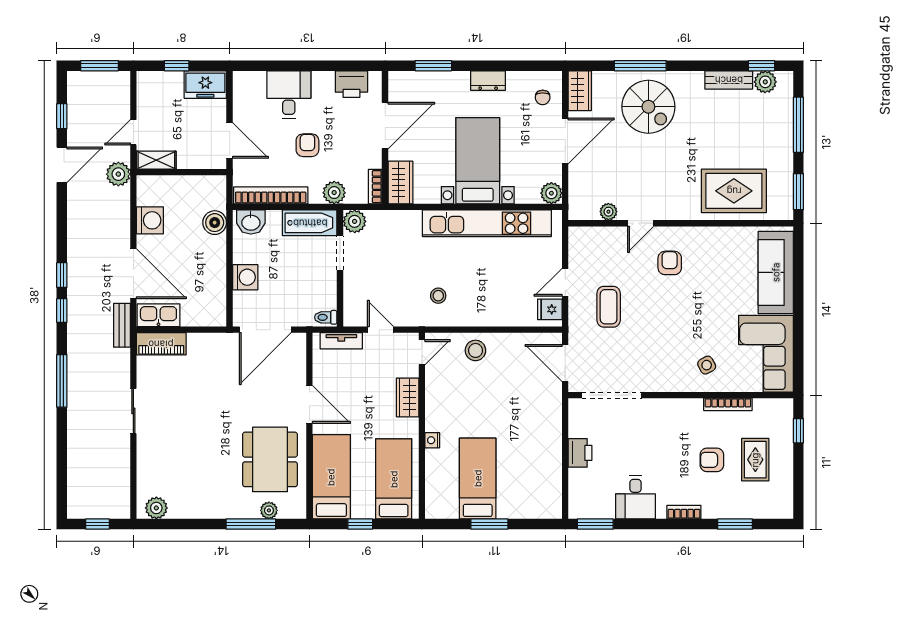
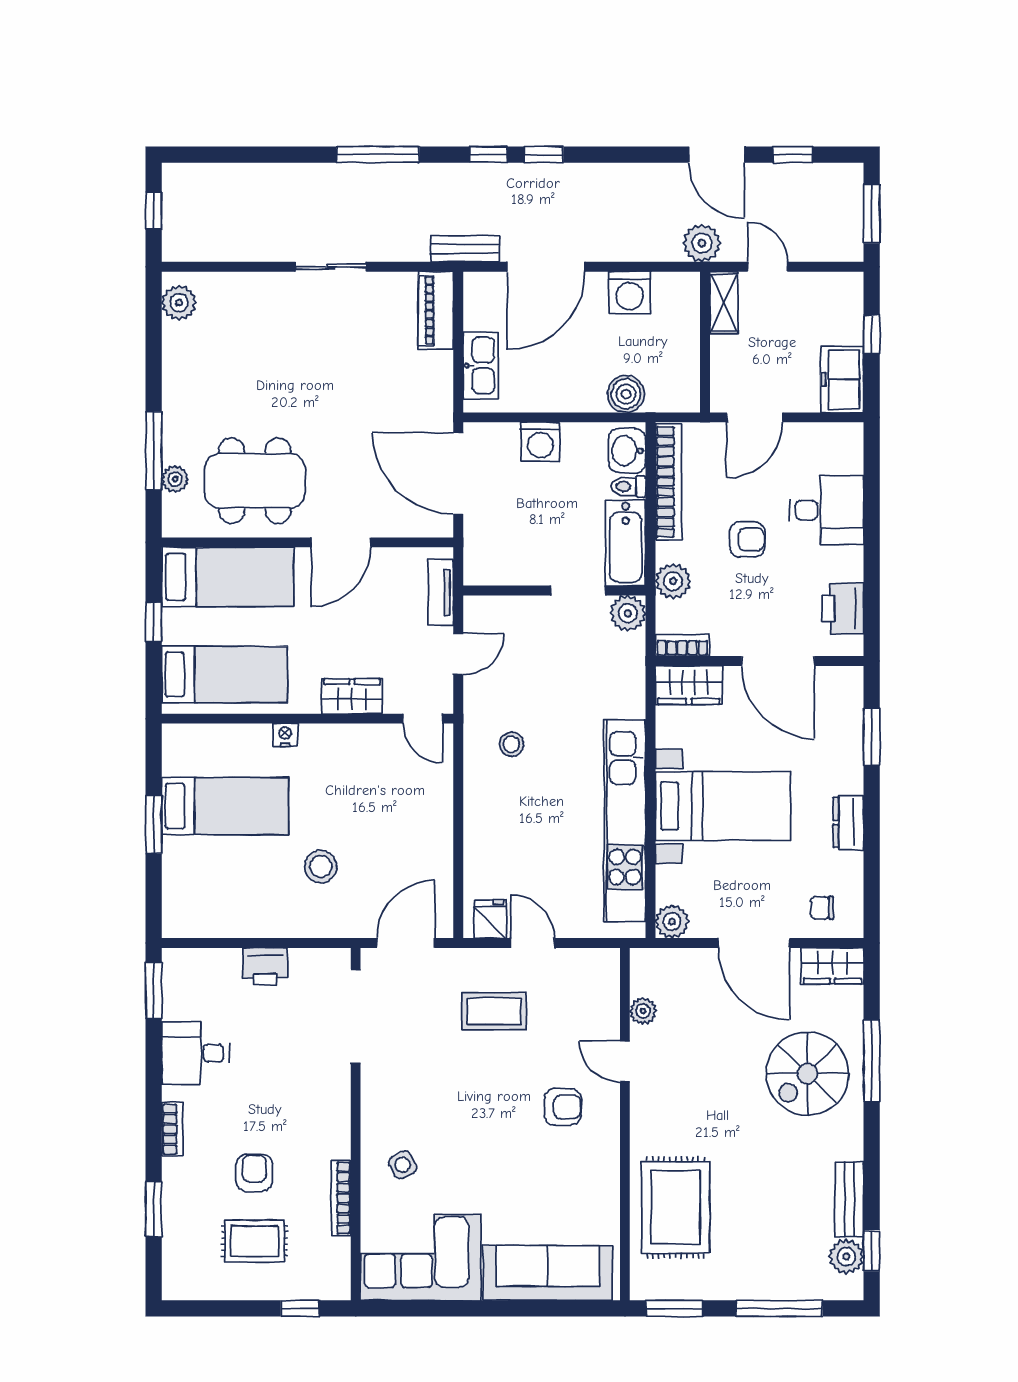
kitchen sink: (158, 315) -> (481, 365), moved
toilet: (326, 317) -> (628, 486), moved, turned -90
stool: (475, 350) -> (321, 866), moved

